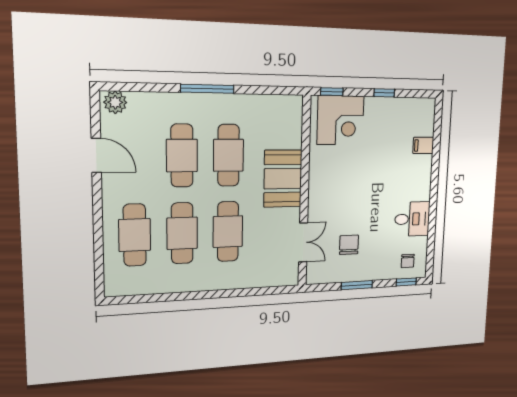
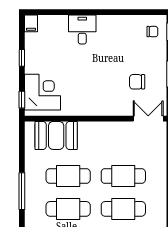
filing cabinet: (423, 145) -> (31, 23), moved
booth: (283, 179) -> (56, 135), moved
desk: (412, 219) -> (82, 29), moved
double door: (303, 242) -> (148, 119), moved

